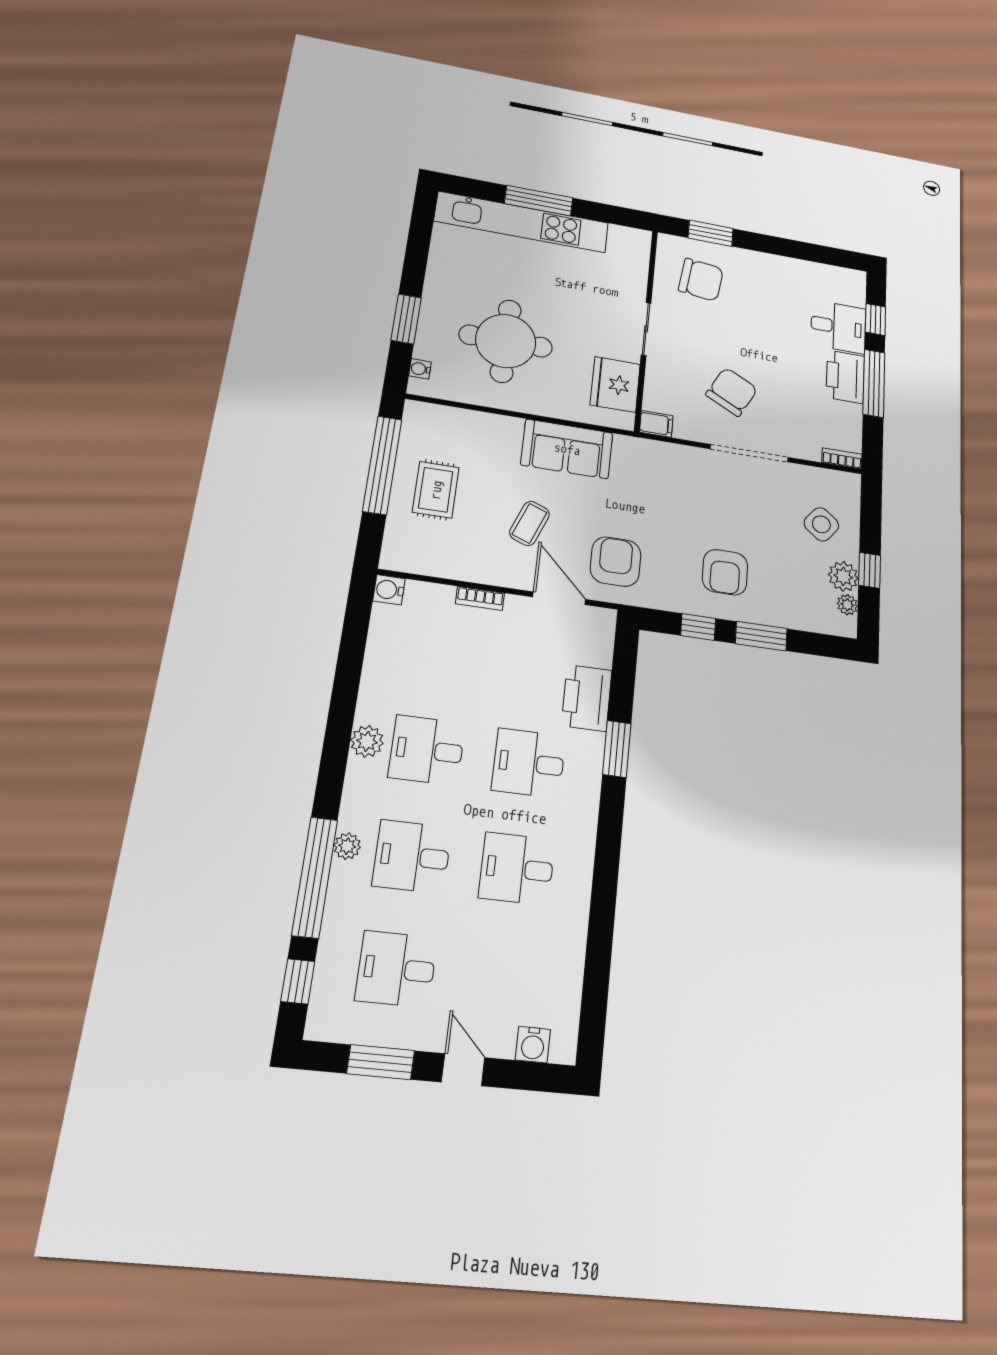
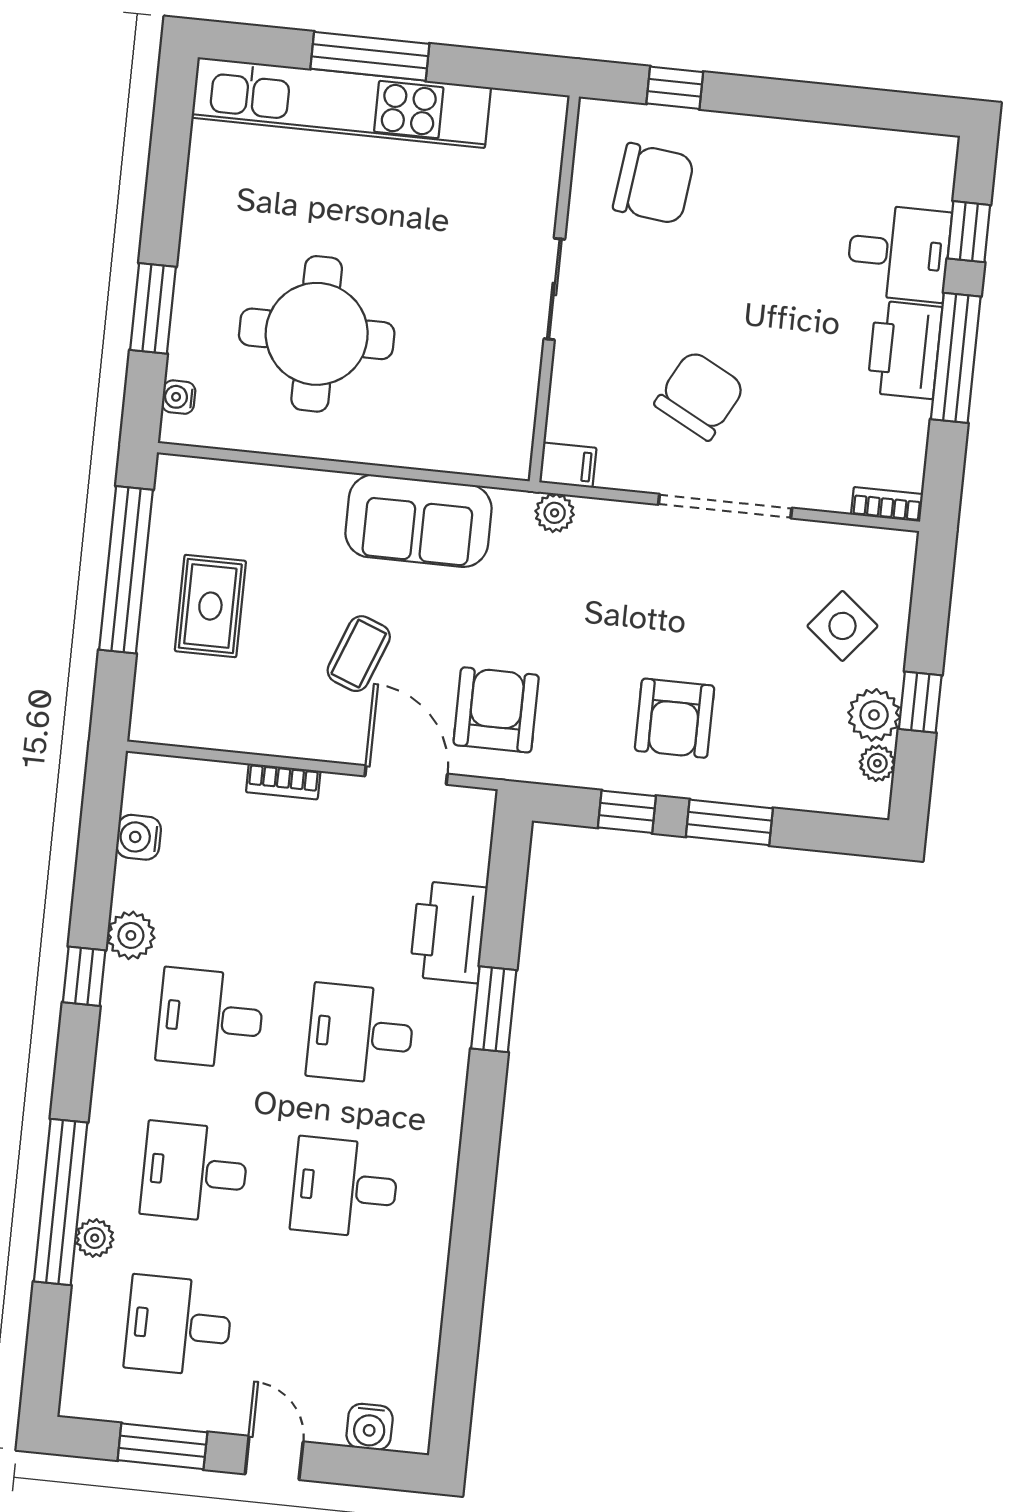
window: (711, 233) -> (675, 88), width x0.67
fridge: (615, 384) -> (500, 398), removed
plant: (649, 450) -> (555, 513), added
water cooler: (389, 590) -> (139, 837), moved
plant: (367, 741) -> (131, 935), moved
plant: (347, 846) -> (95, 1238), moved
window: (298, 981) -> (84, 976), moved

